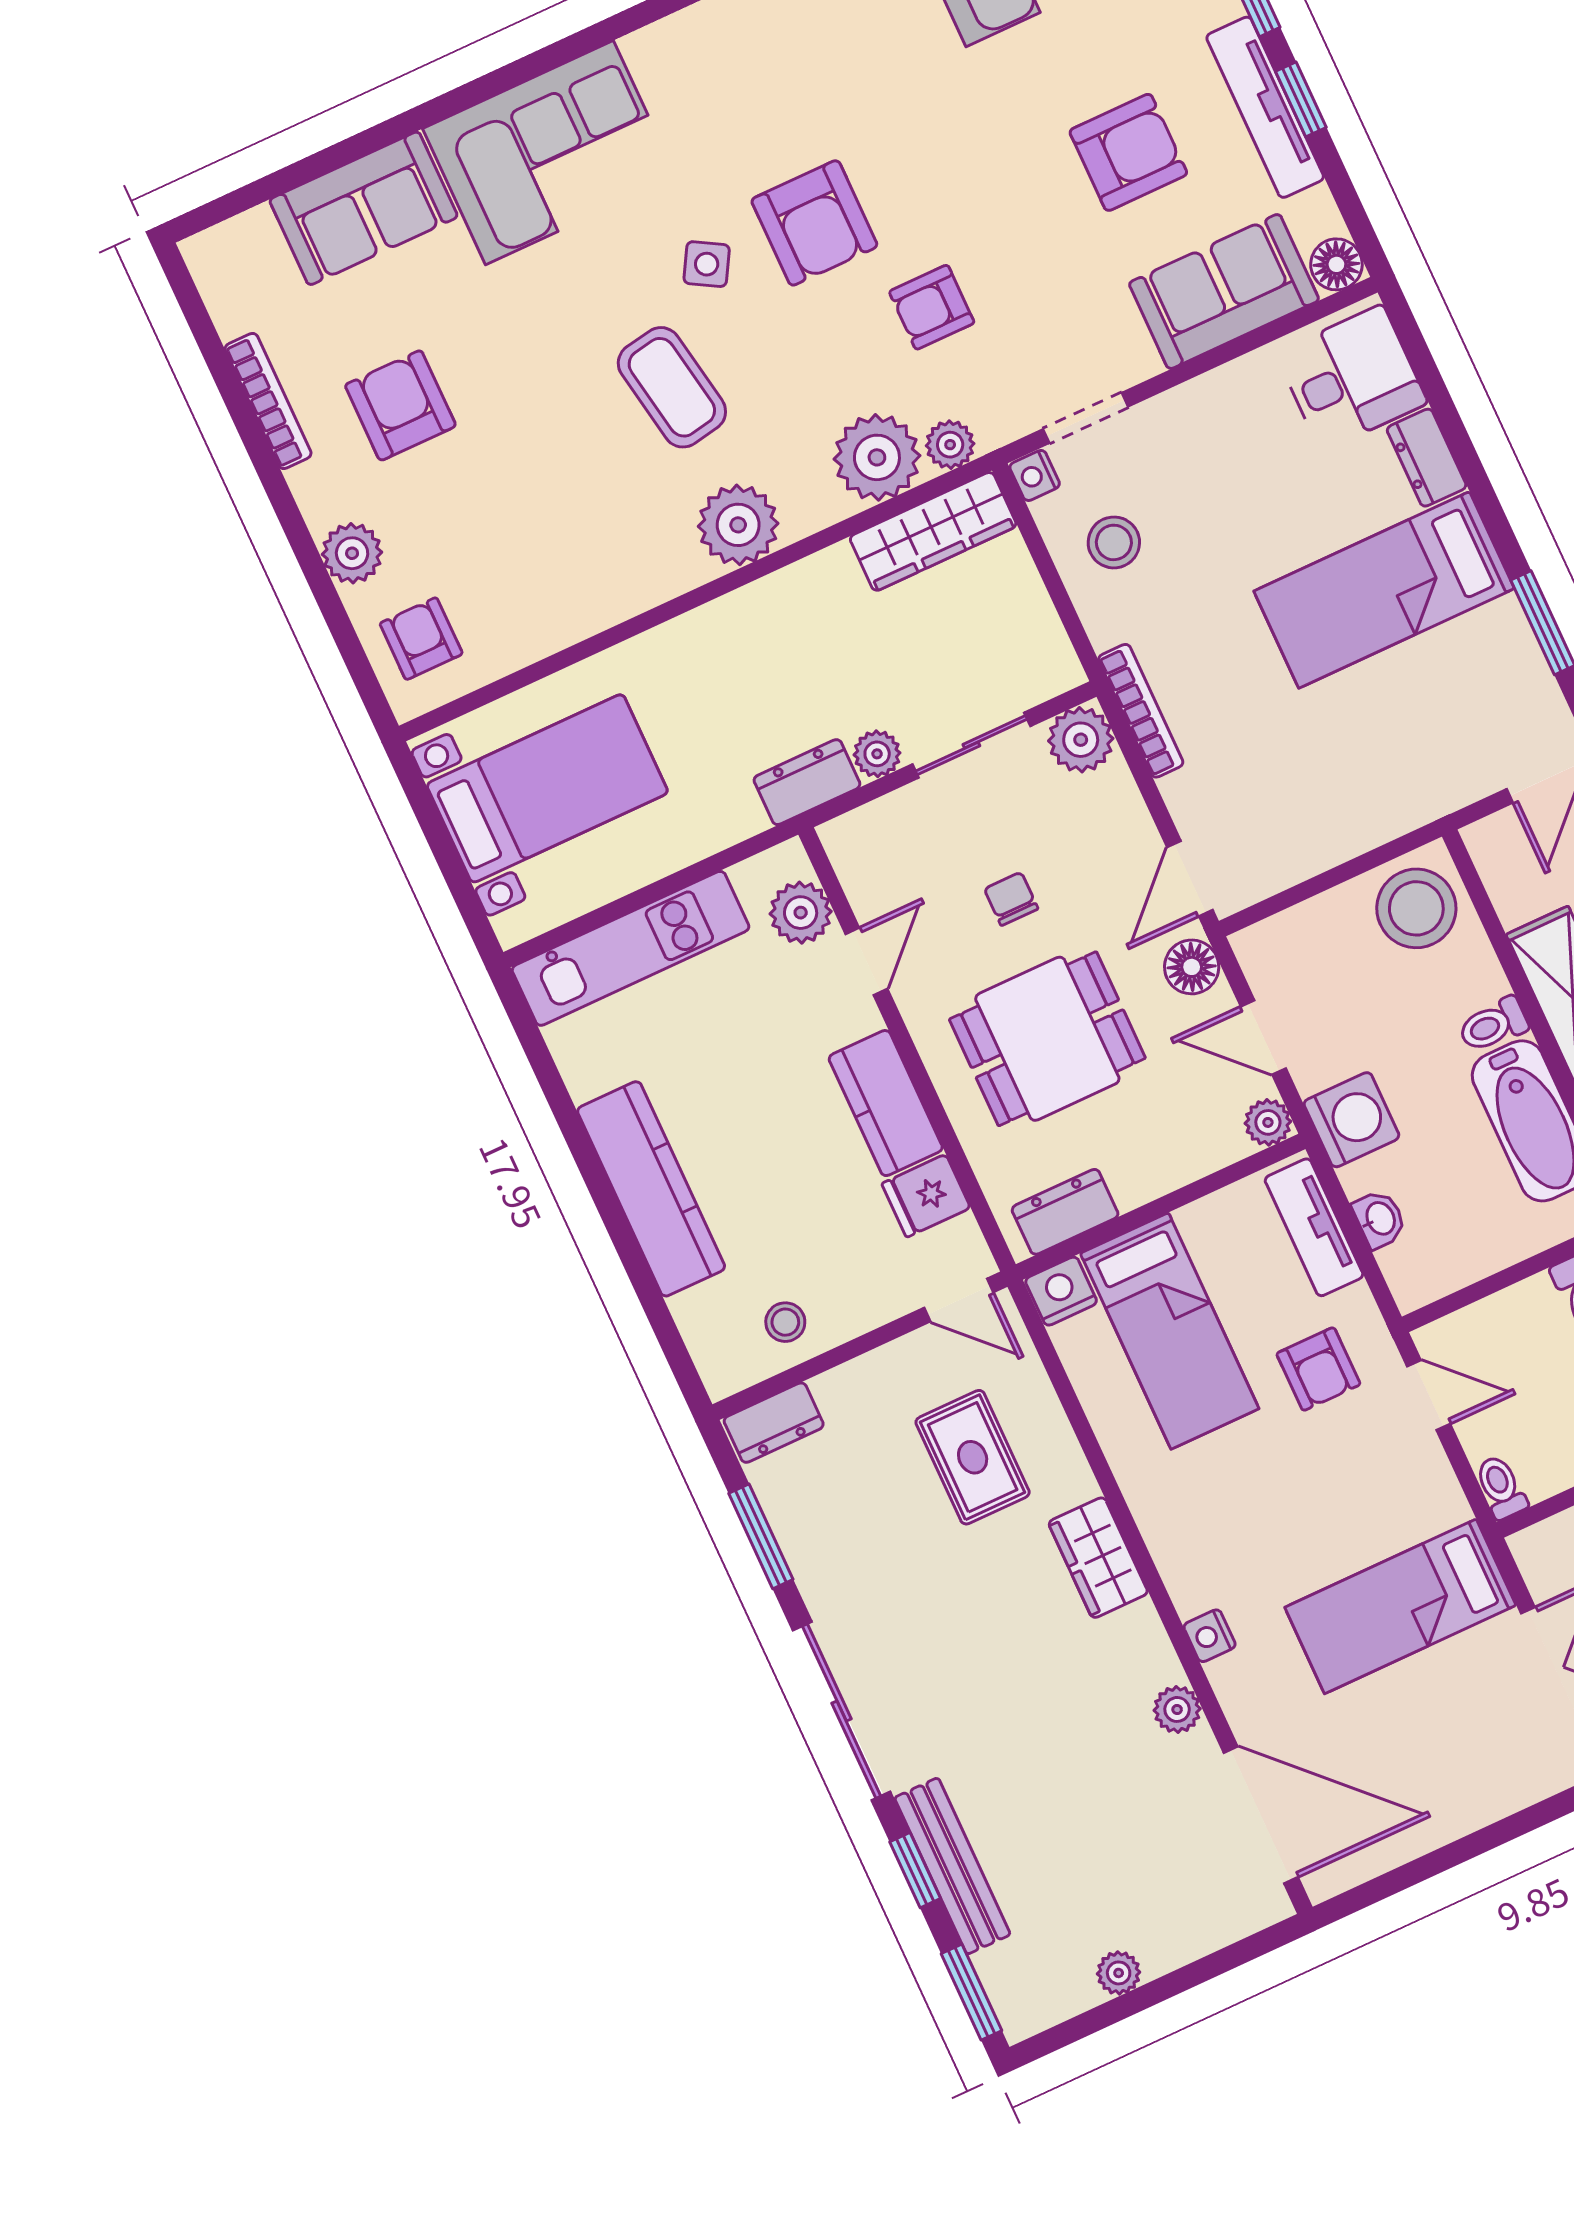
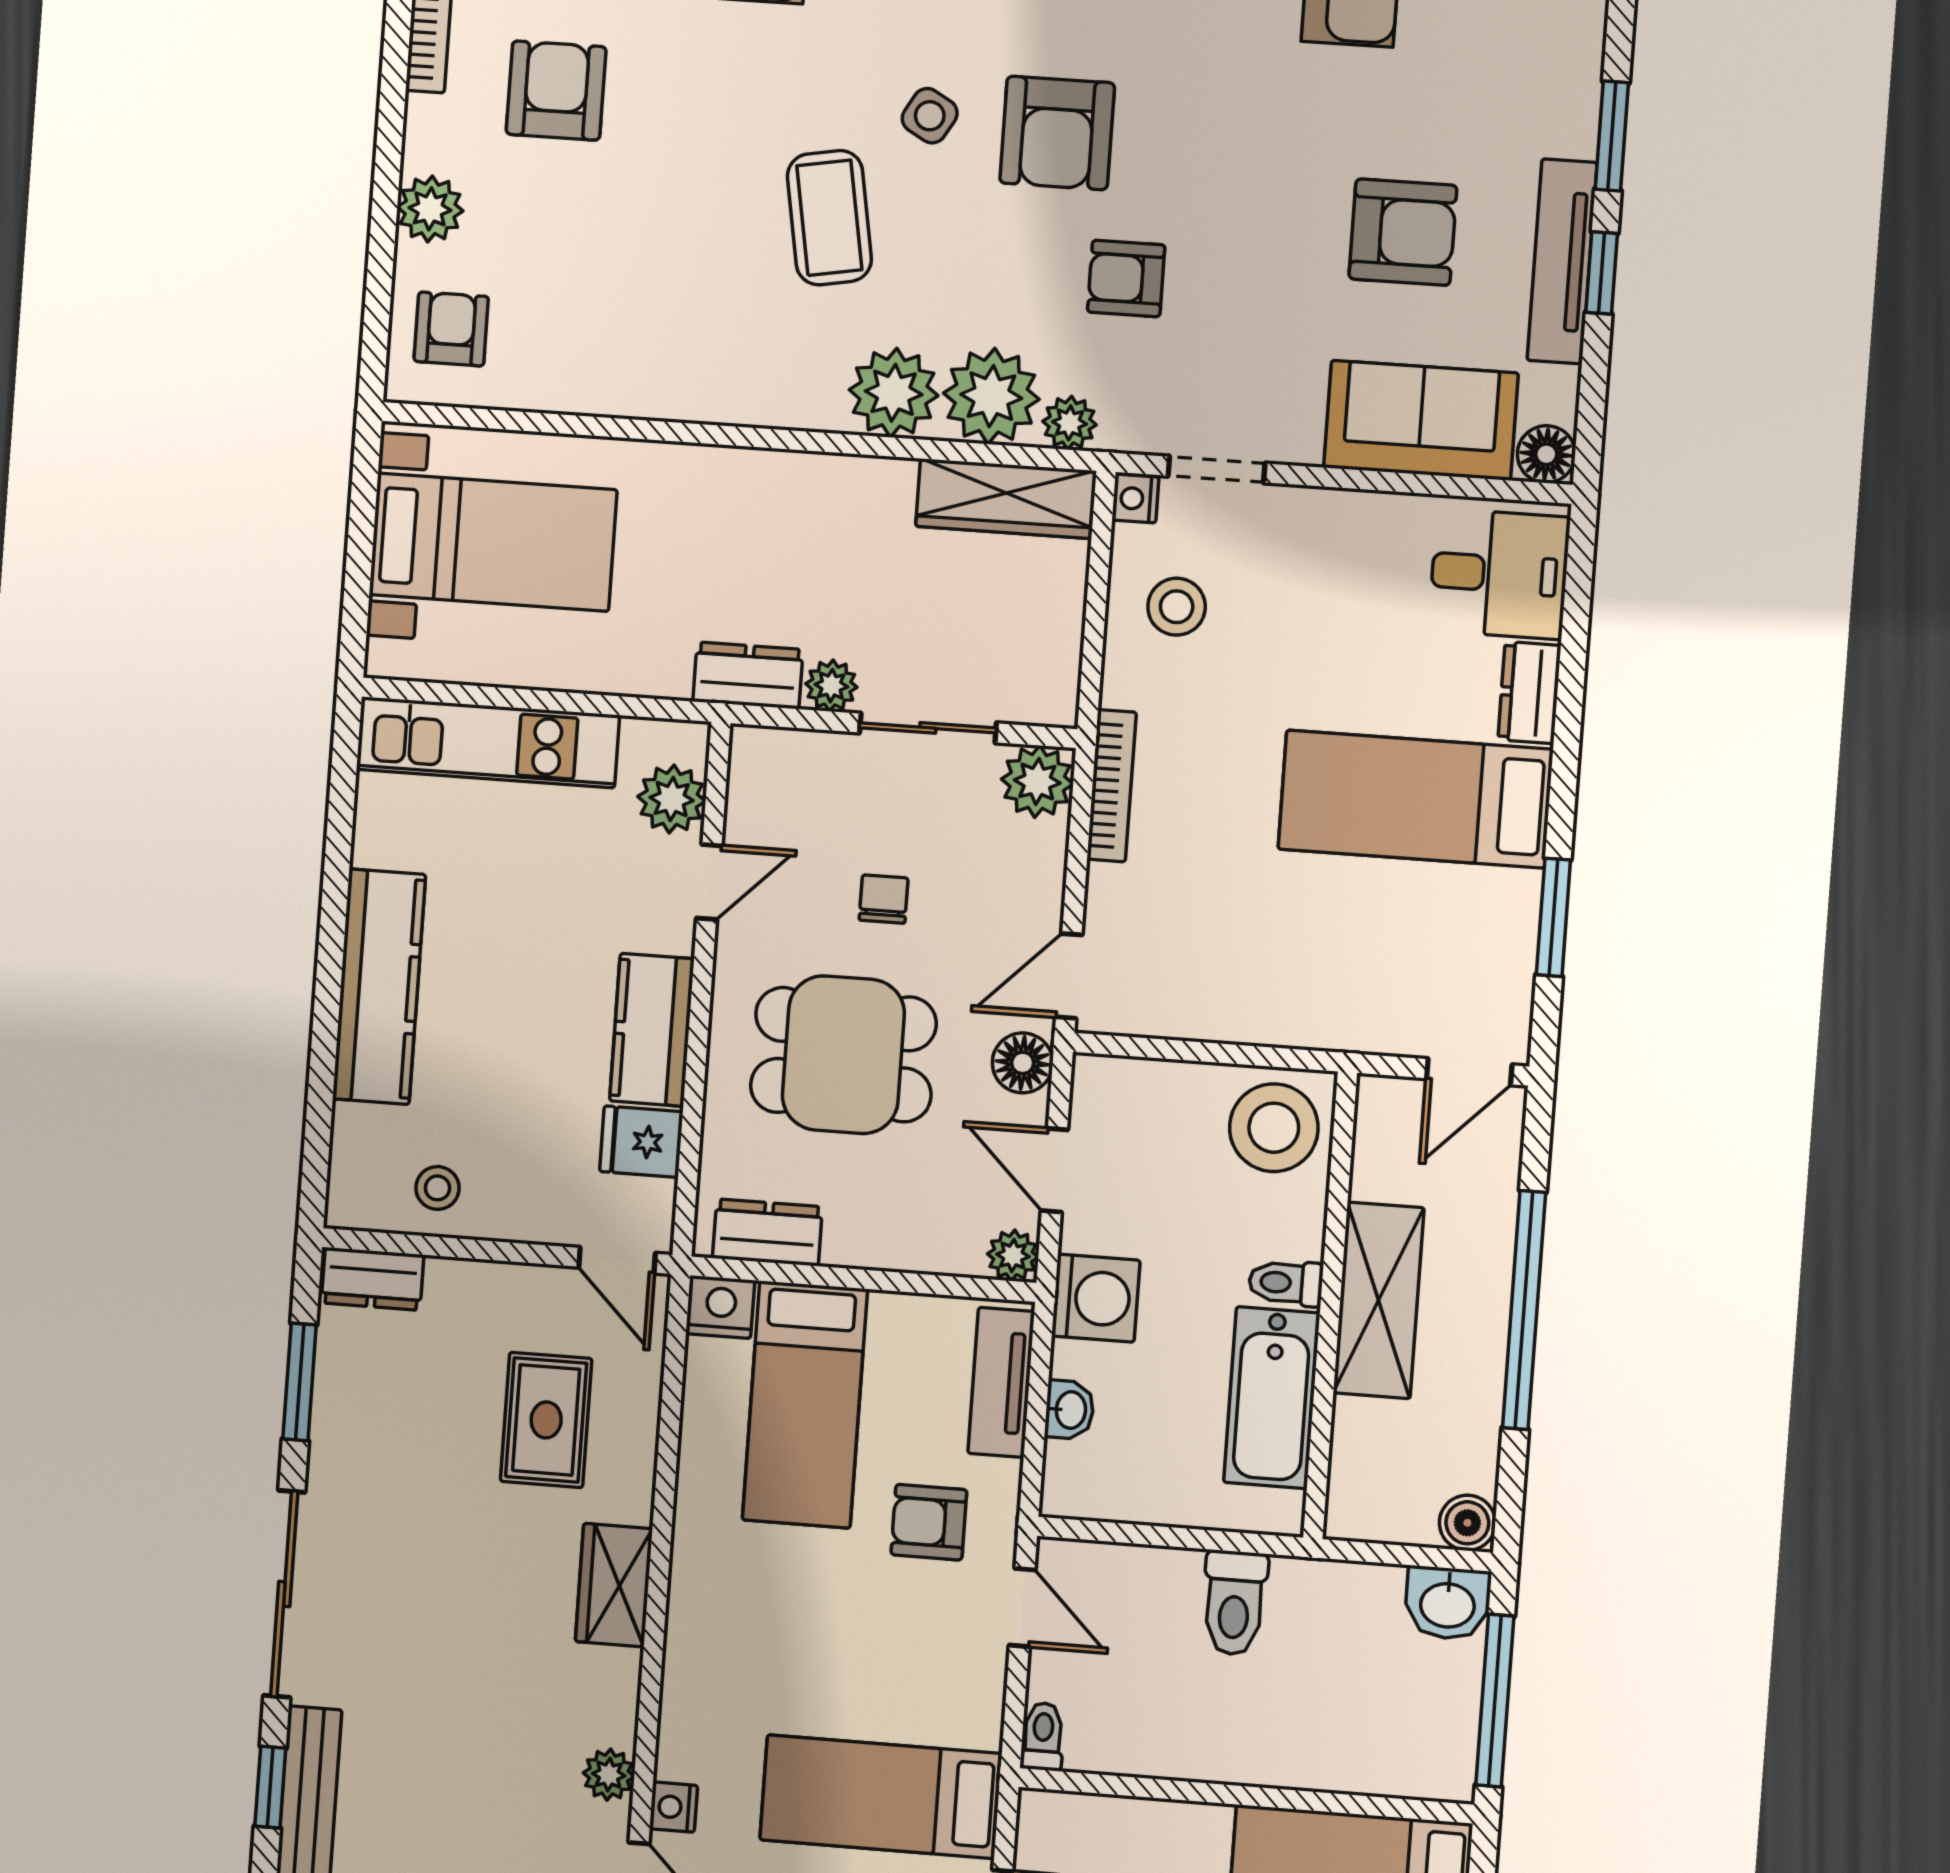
plant: (738, 525) -> (894, 393), moved
armchair: (1318, 1369) -> (929, 1522), turned 90
nightstand: (1210, 1636) -> (674, 1807), moved

